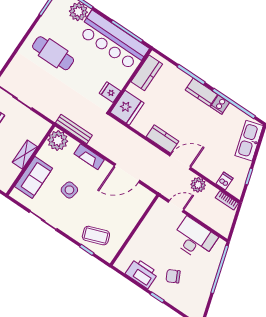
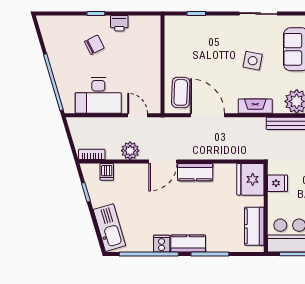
door: (127, 173) -> (207, 115), hinge flipped
door: (176, 206) -> (138, 115), swing flipped
coffee table: (96, 236) -> (181, 92), moved, turned -68
printer: (142, 273) -> (119, 23), width x0.53, depth x0.68

